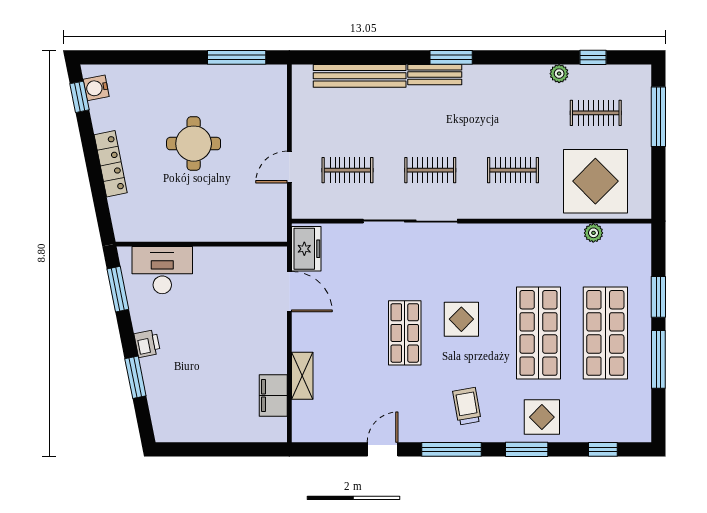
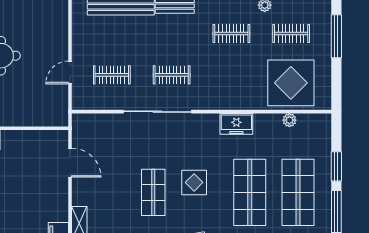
clothes rail: (513, 170) -> (231, 34), moved
freezer: (306, 249) -> (236, 124), moved, turned 90

